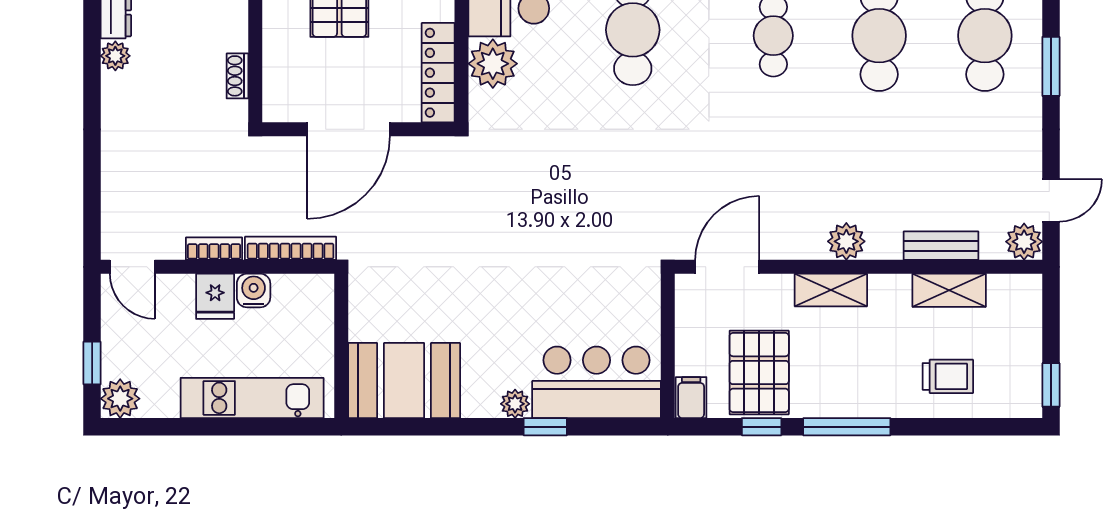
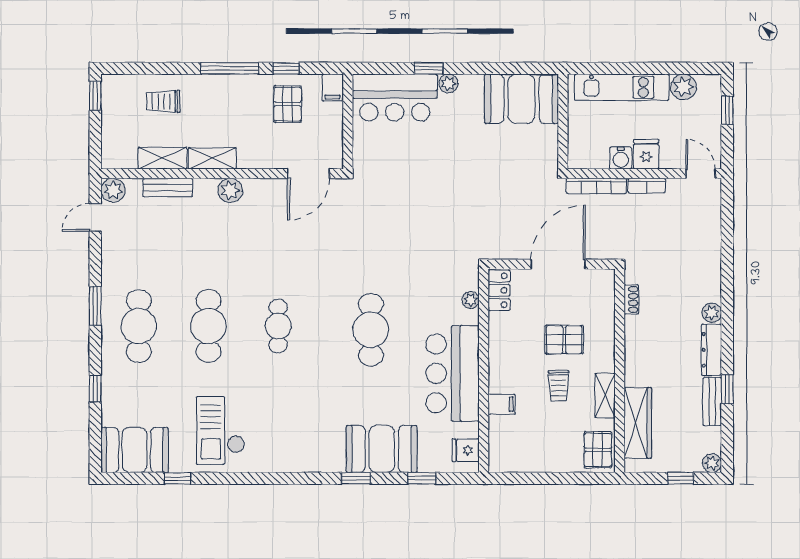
plant: (493, 64) -> (471, 300), width x0.53, depth x0.53
locker: (438, 73) -> (499, 290), width x0.66
shelving: (831, 290) -> (212, 158), moved
pallet: (759, 372) -> (288, 104), width x0.67, depth x0.71
plant: (120, 399) -> (683, 87), moved

